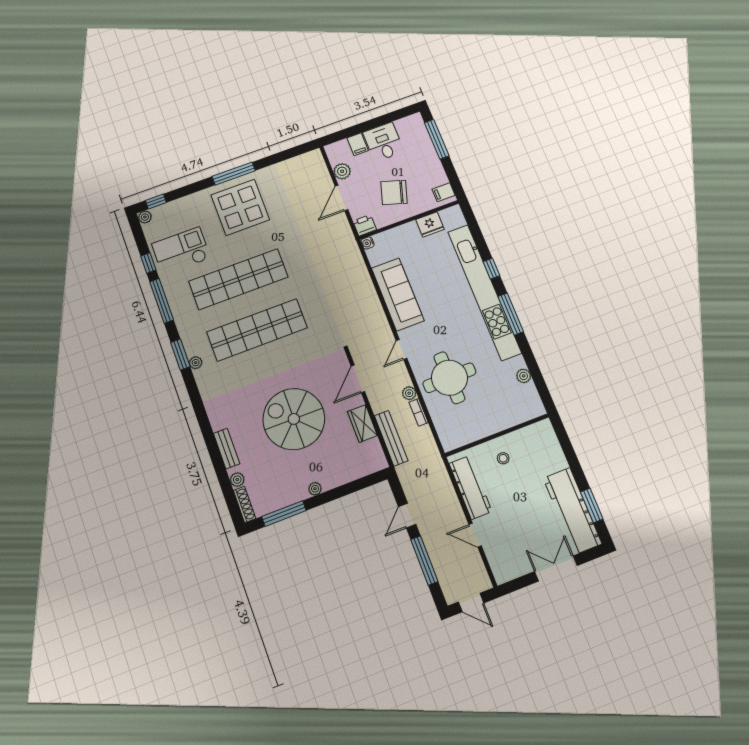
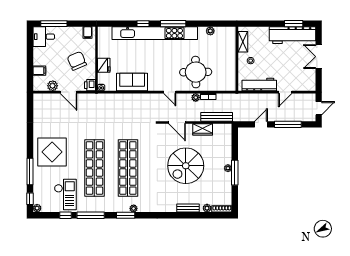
desk: (384, 142) -> (44, 37), moved
window: (234, 174) -> (30, 171), moved
chair: (394, 192) -> (77, 61), turned 140
fridge: (430, 224) -> (104, 65), moved
checkout: (181, 251) -> (65, 195), turned 180
sofa: (398, 294) -> (132, 82), width x0.73
shelving: (528, 434) -> (243, 42), added
window: (284, 514) -> (235, 173), moved
door: (407, 516) -> (261, 124), swing flipped

